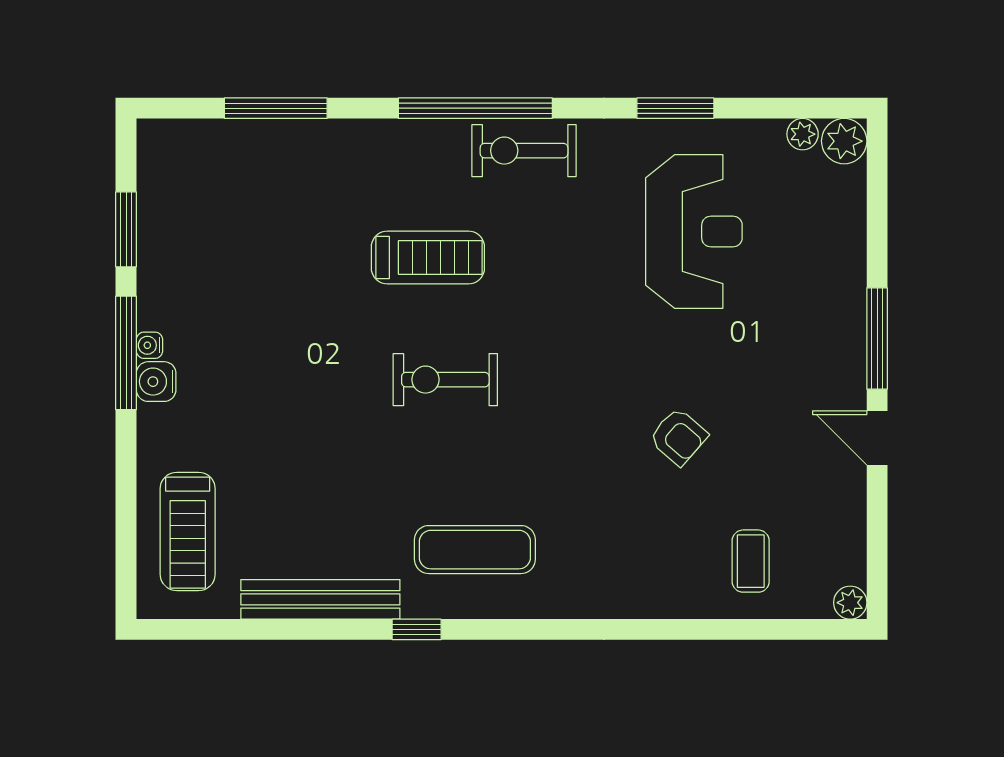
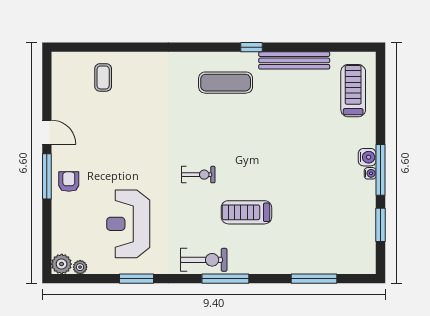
window: (475, 108) -> (225, 279), width x0.68
exercise bike: (445, 380) -> (198, 175), moved, width x0.73, depth x0.72
armchair: (678, 437) -> (69, 182), moved, turned 49
plant: (850, 603) -> (59, 59), removed

